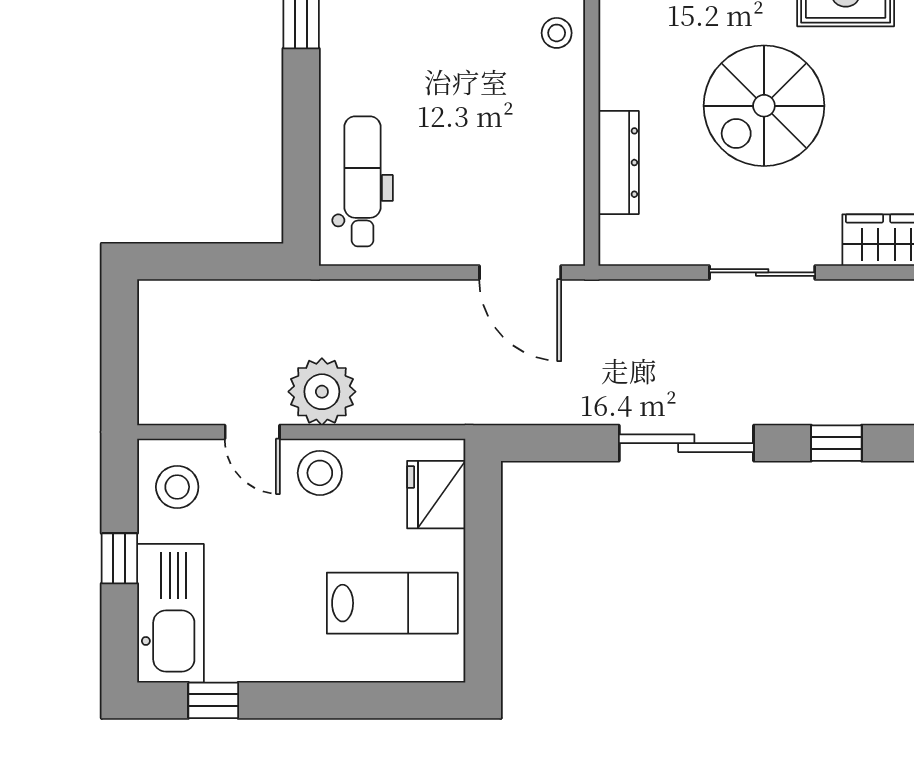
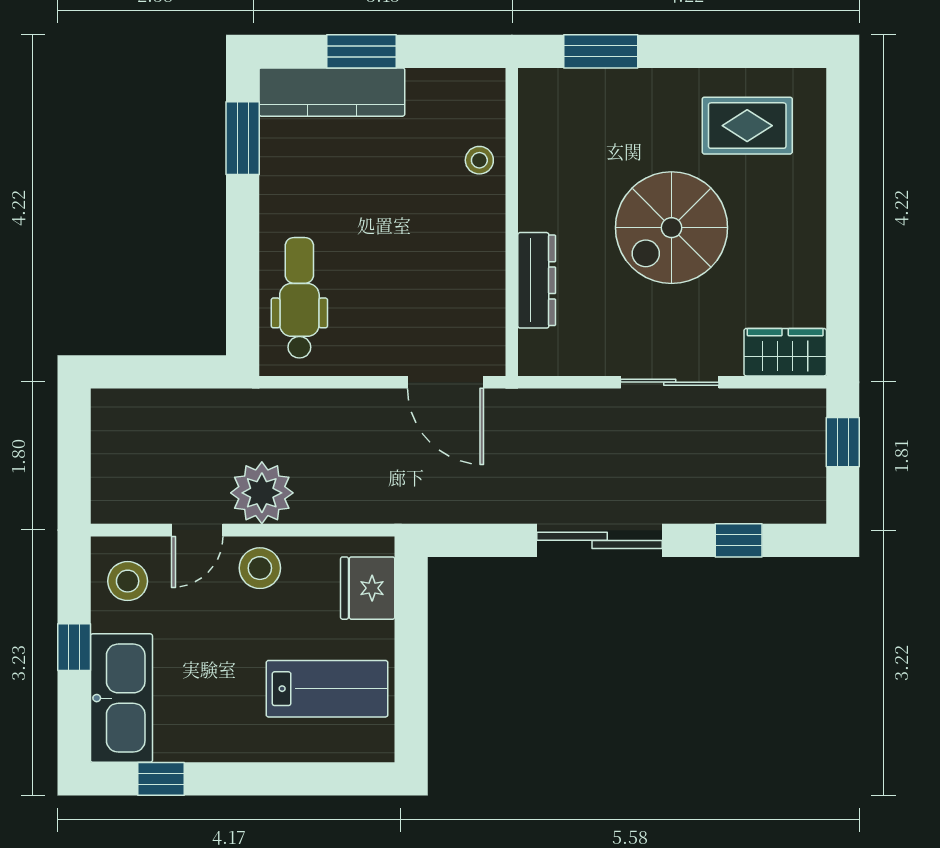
door: (252, 432) -> (197, 530), hinge flipped

